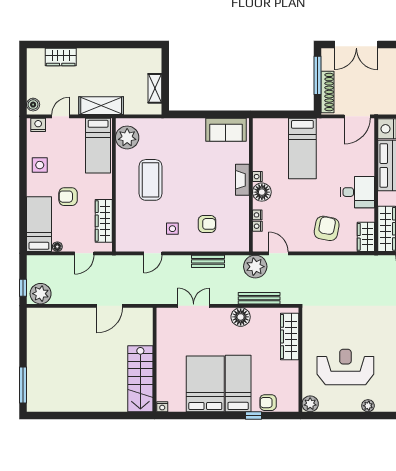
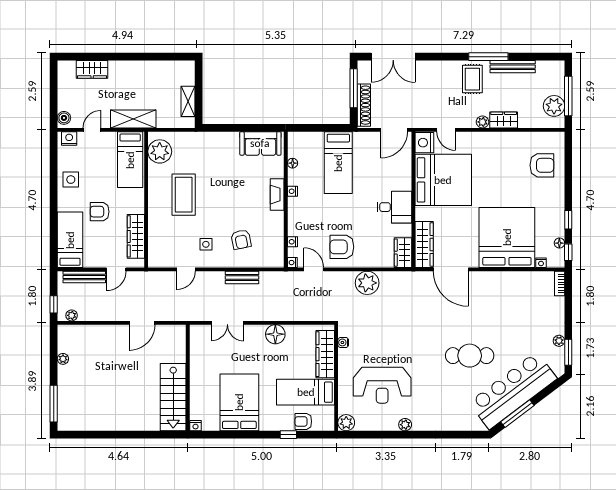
floor lamp: (262, 192) -> (293, 163), moved, width x0.53, depth x0.53
nightstand: (257, 215) -> (292, 263), moved
armchair: (207, 224) -> (241, 239), turned 79
armchair: (327, 228) -> (342, 247), moved, turned -101
floor lamp: (57, 247) -> (89, 263), removed
plant: (255, 267) -> (367, 283), moved
plant: (41, 294) -> (72, 315), width x0.53, depth x0.53
bench: (259, 298) -> (84, 277), moved
double door: (194, 306) -> (227, 323), swing flipped
water cooler: (307, 325) -> (343, 342), added
plant: (32, 341) -> (63, 359), added
reception desk: (345, 367) -> (382, 385), turned 180
bed: (238, 383) -> (306, 392), moved, turned -90

